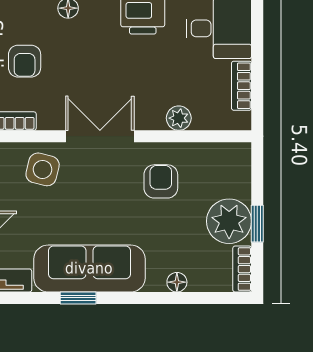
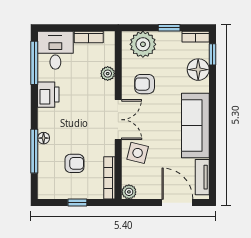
double door: (100, 136) -> (118, 120), swing flipped
plant: (229, 221) -> (143, 44), moved
floor lamp: (177, 282) -> (198, 70), width x1.89, depth x1.89
window: (78, 298) -> (212, 54), moved

